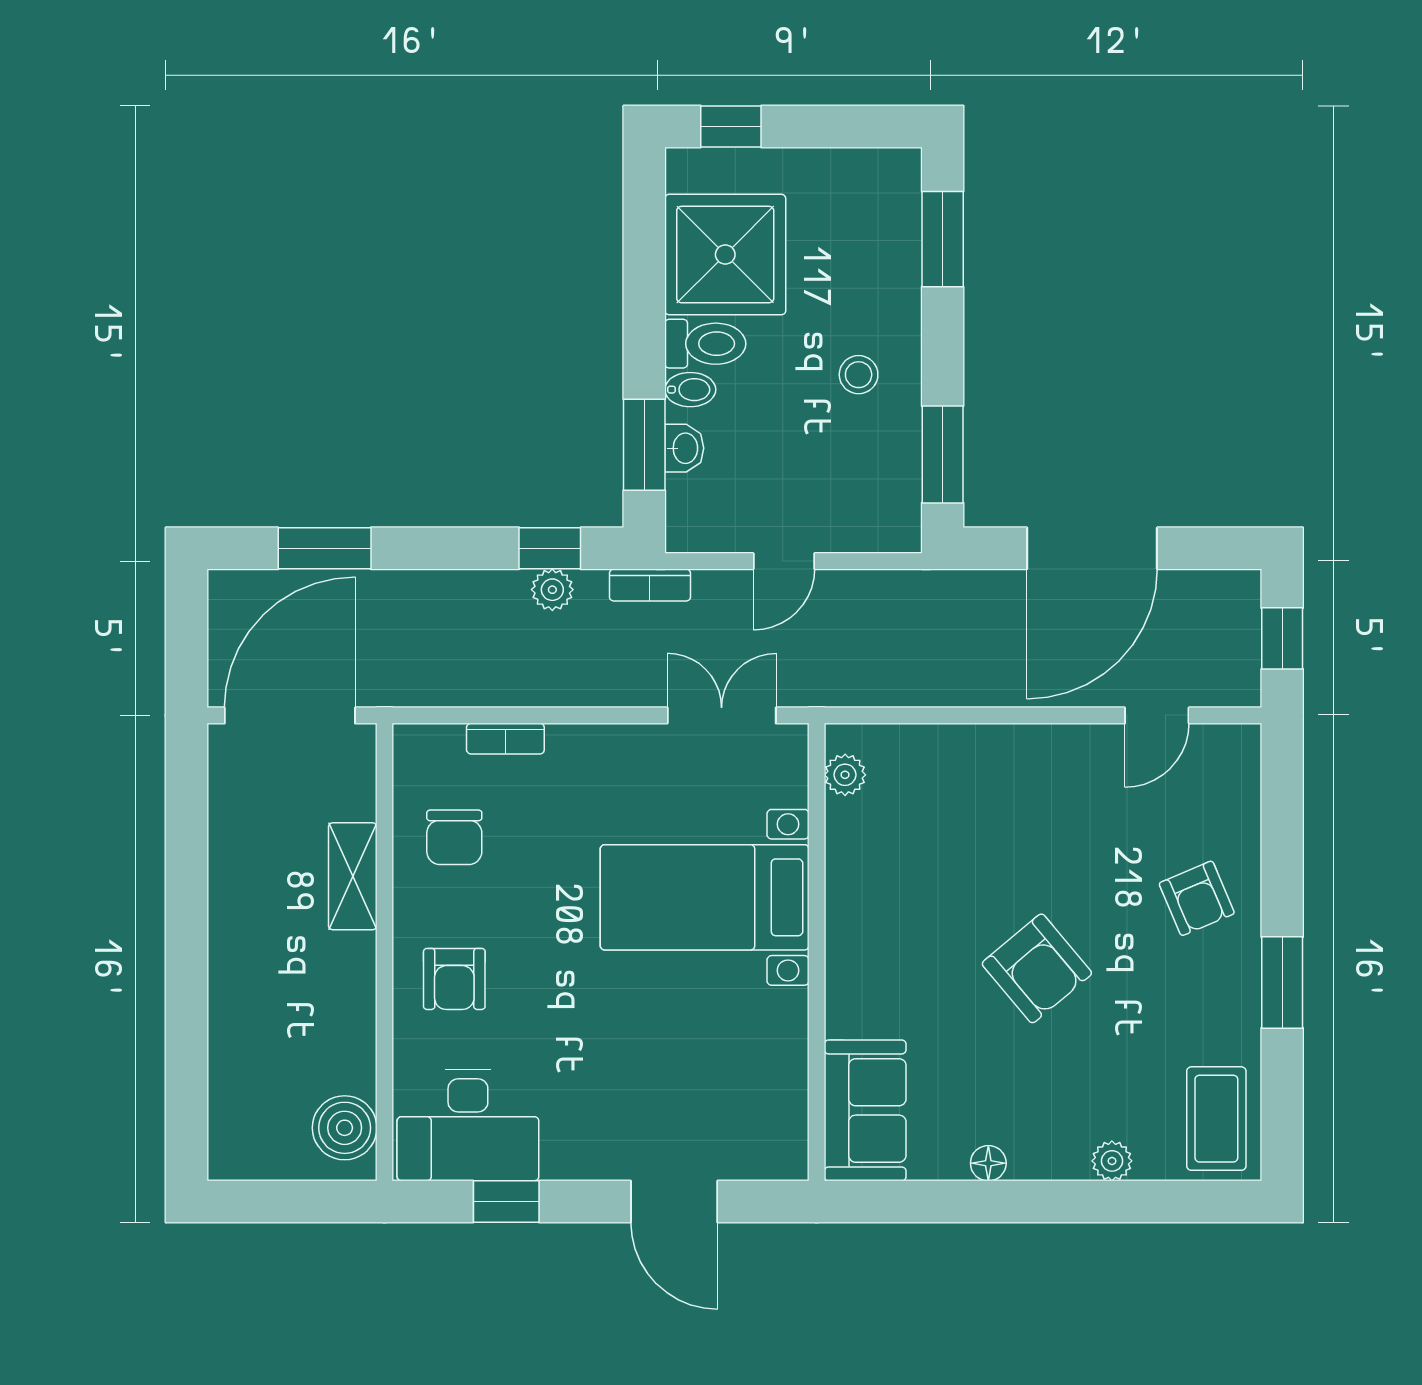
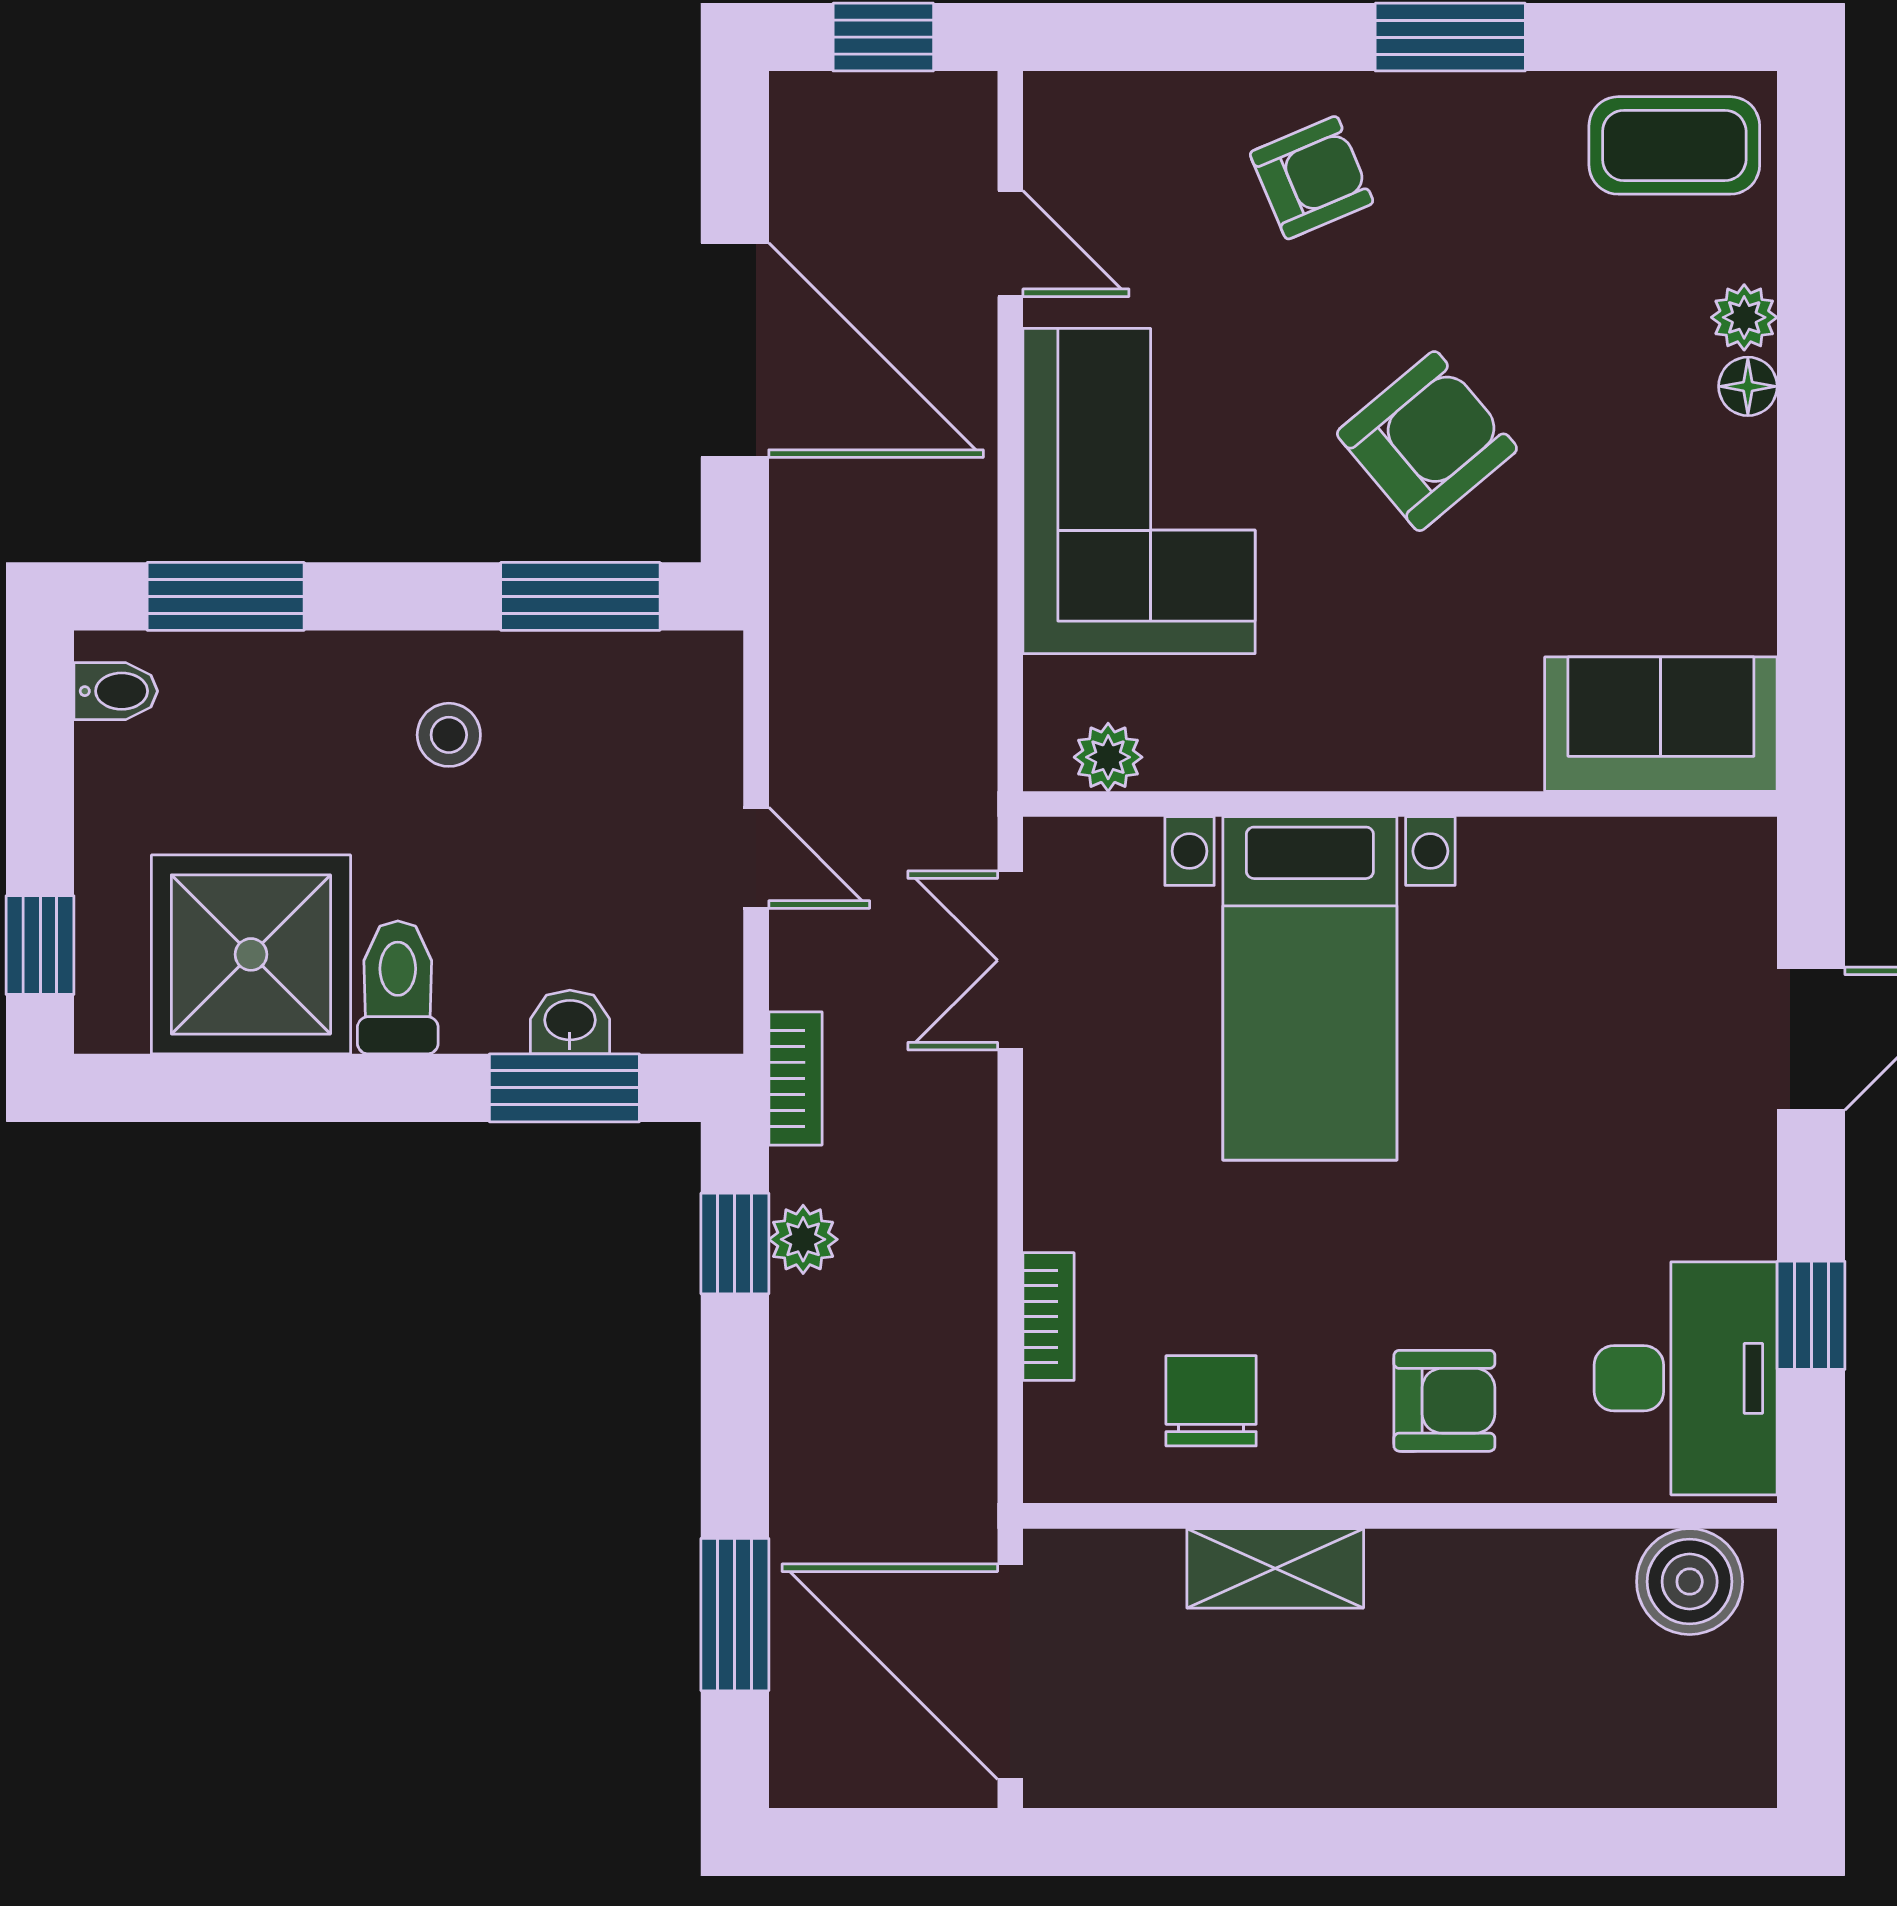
bidet: (690, 390) -> (116, 691), moved, turned 90
corner sofa: (1007, 794) -> (1139, 491), added
chair: (454, 837) -> (1211, 1401), turned -90
floor lamp: (988, 1163) -> (1748, 386), moved

